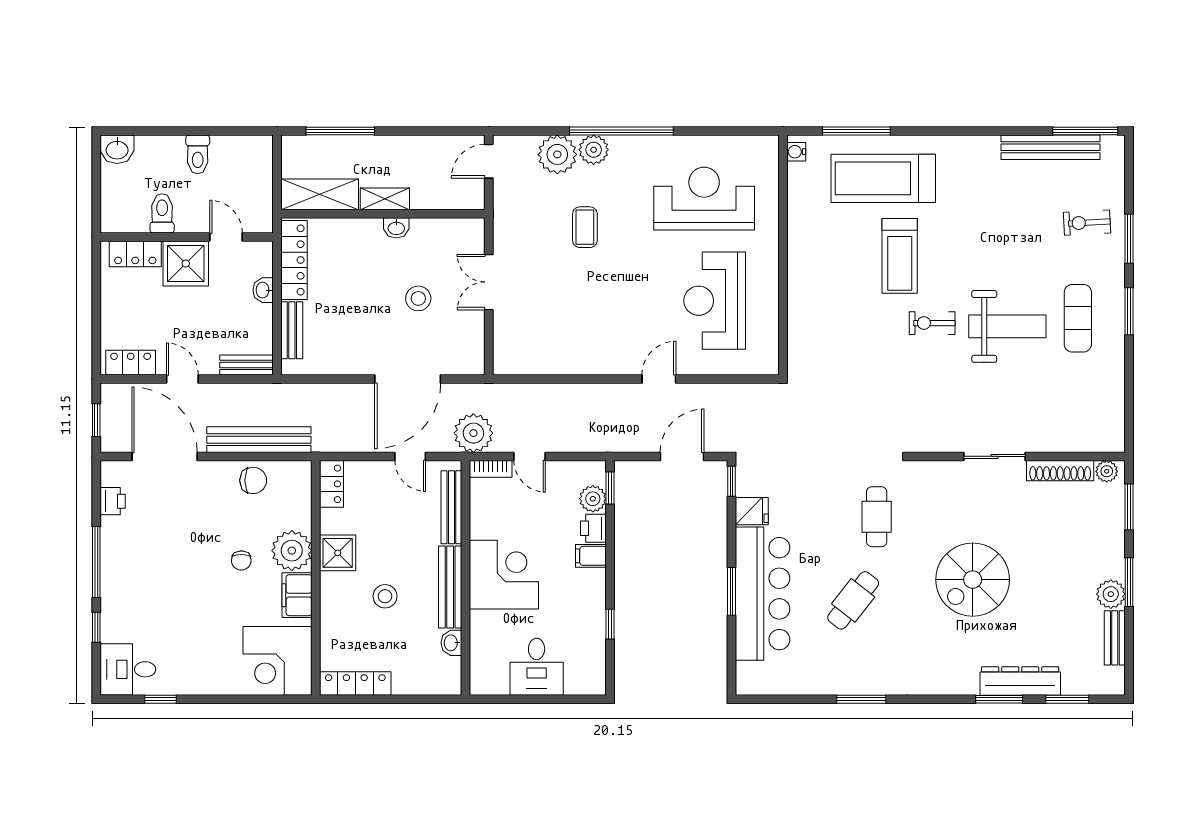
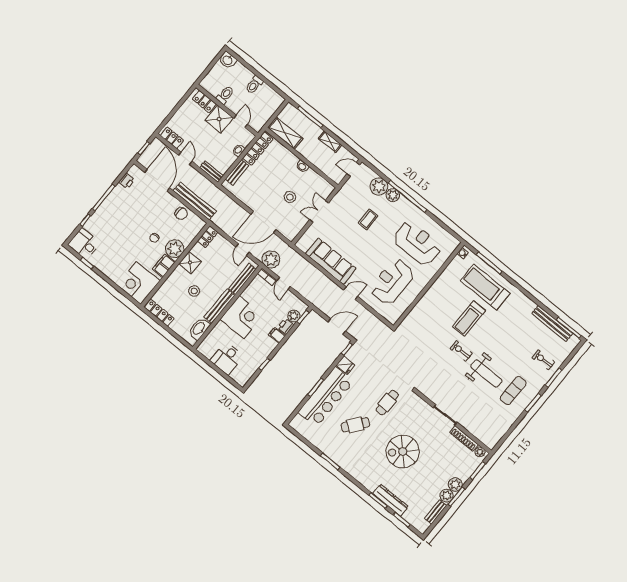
shelving: (385, 199) -> (330, 142), moved
sofa: (580, 352) -> (331, 261), added
plant: (1110, 562) -> (455, 484), added
washbasin: (451, 643) -> (199, 329), width x1.91, depth x1.45

